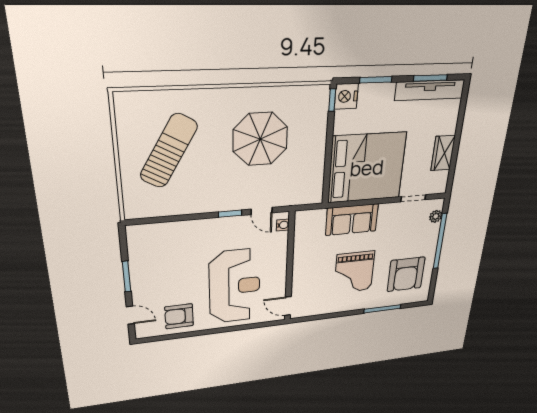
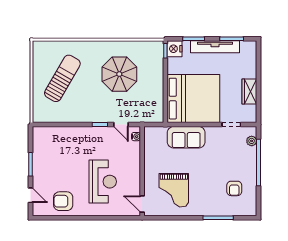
tv unit: (430, 90) -> (215, 47), moved
grand piano: (354, 272) -> (174, 190), moved
armchair: (406, 274) -> (234, 188), width x0.53, depth x0.53
reception desk: (235, 286) -> (103, 182), width x0.74, depth x0.77

